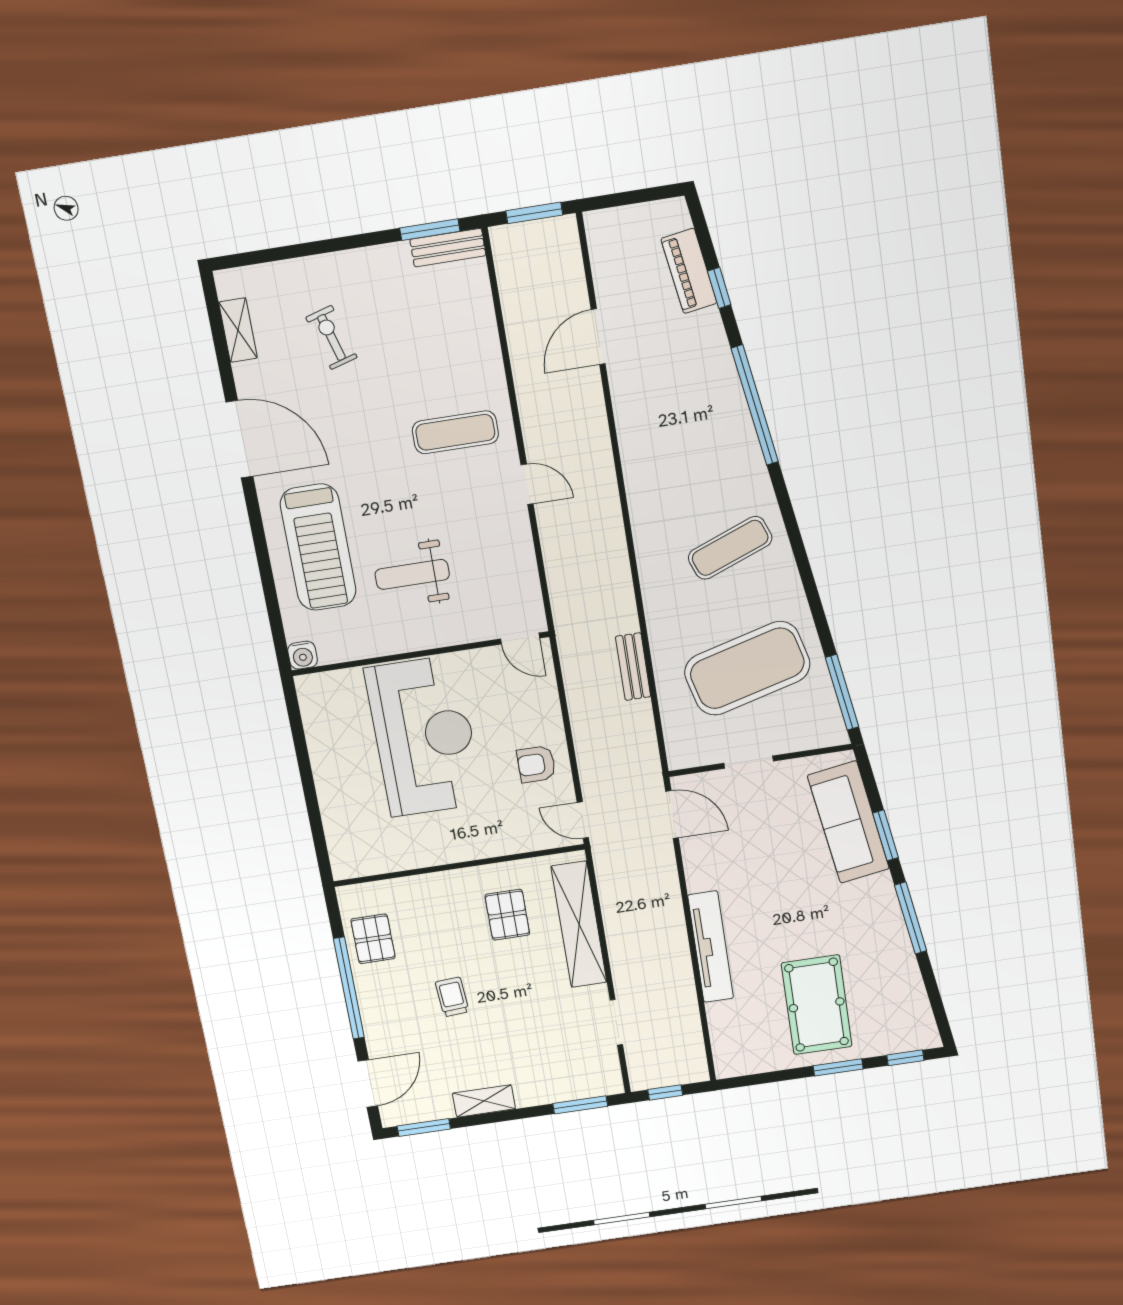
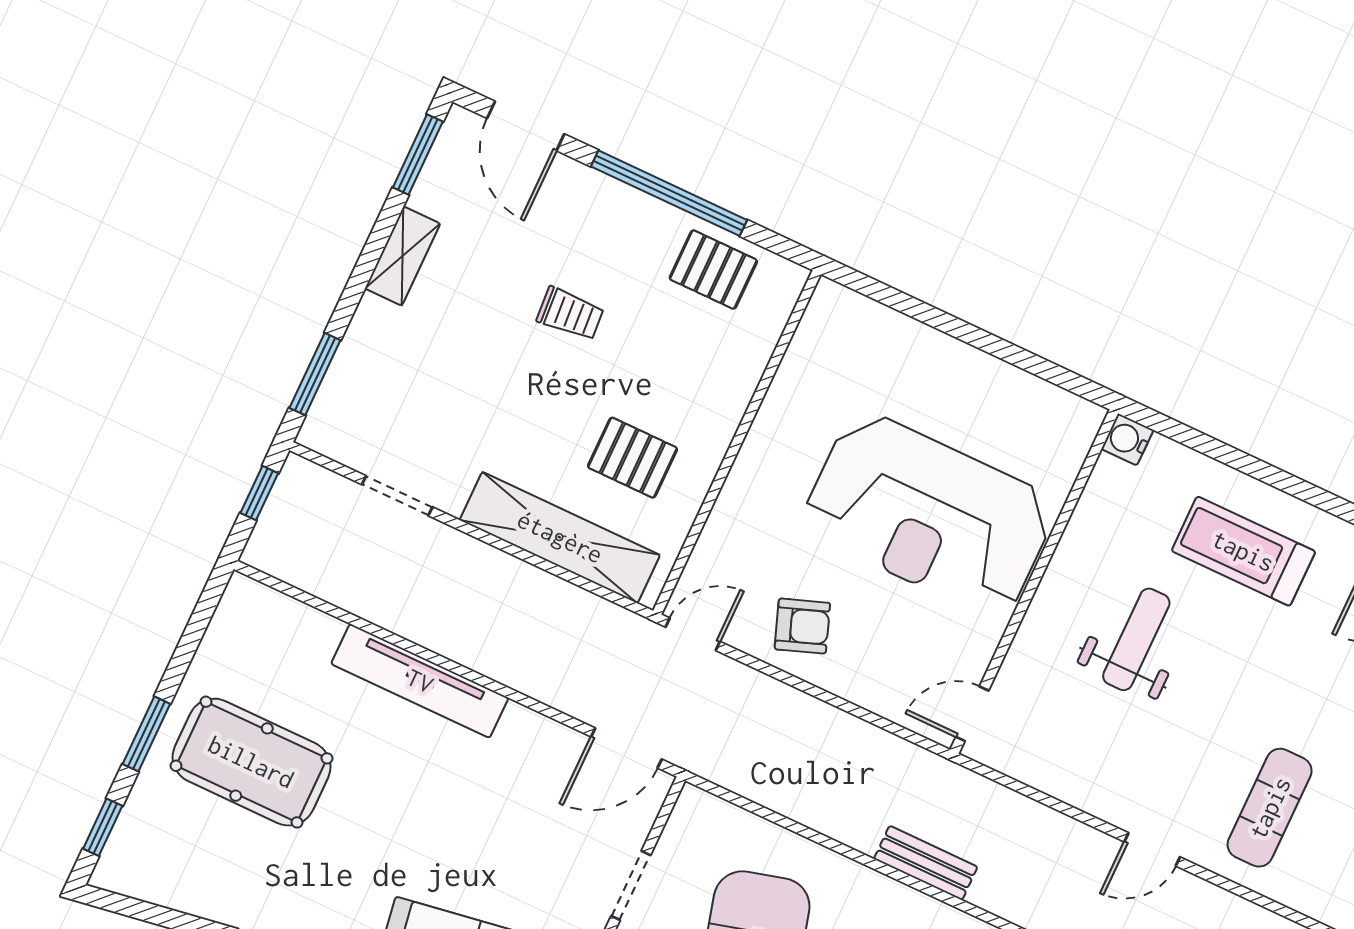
treadmill: (318, 547) -> (1243, 551), width x0.73, depth x0.73
bench: (633, 667) -> (926, 863), moved
armchair: (536, 764) -> (802, 626), turned 70

